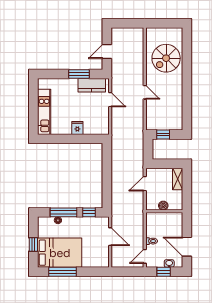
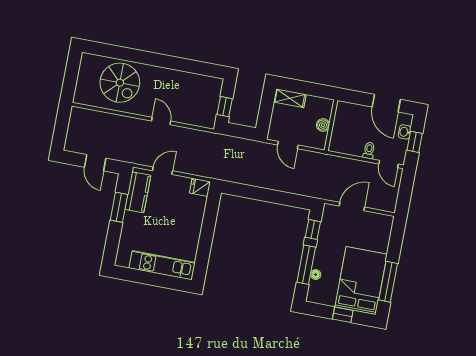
door: (145, 92) -> (161, 121), hinge flipped
fridge: (77, 128) -> (200, 187), moved
door: (187, 247) -> (386, 103), hinge flipped

